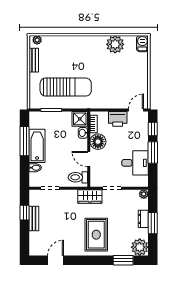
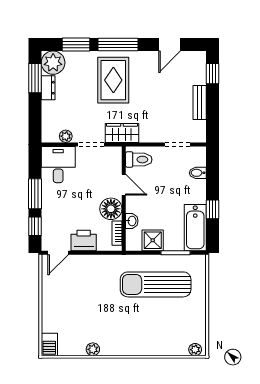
plant: (115, 44) -> (93, 349), width x0.53, depth x0.53
bench: (34, 60) -> (200, 322), removed
shower: (80, 119) -> (153, 240), moved
window: (25, 141) -> (213, 209), width x0.46
bathtub: (37, 146) -> (195, 228), moved
desk: (135, 163) -> (58, 165), moved, turned 90
plant: (144, 194) -> (66, 136), moved
window: (25, 213) -> (213, 74), moved
dresser: (143, 219) -> (48, 88), moved
window: (153, 223) -> (35, 78), moved
window: (93, 260) -> (118, 45), added

